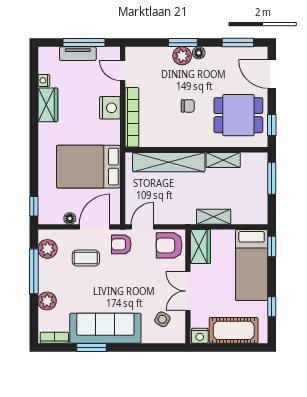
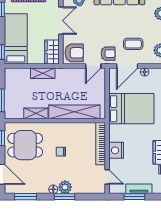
window: (84, 43) -> (134, 197), width x0.69

